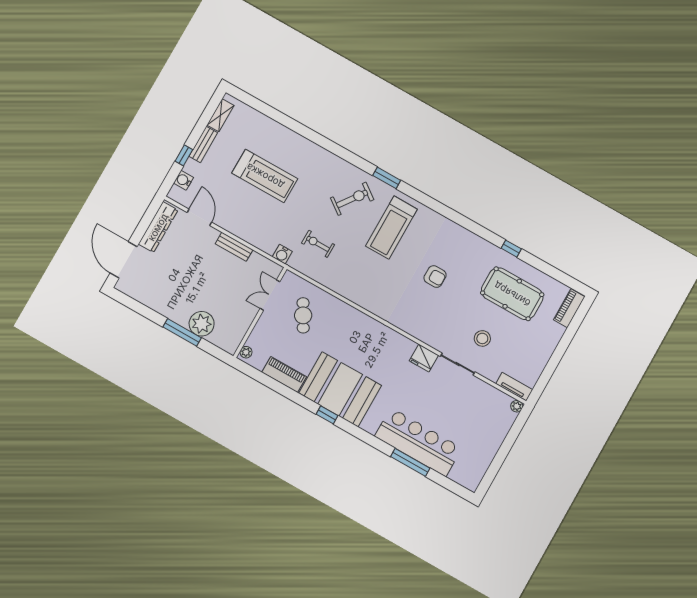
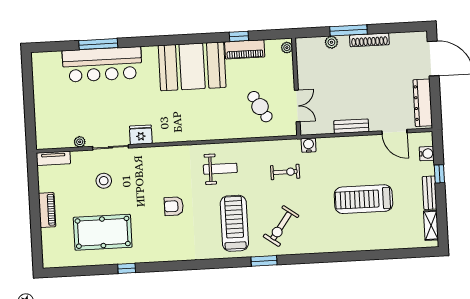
weight bench: (373, 283) -> (220, 169), added
piano: (569, 308) -> (47, 210), moved
shoe rack: (169, 312) -> (369, 40), added
plant: (202, 324) -> (331, 42), width x0.53, depth x0.53
plant: (517, 406) -> (80, 142), moved
window: (327, 415) -> (239, 36), moved

